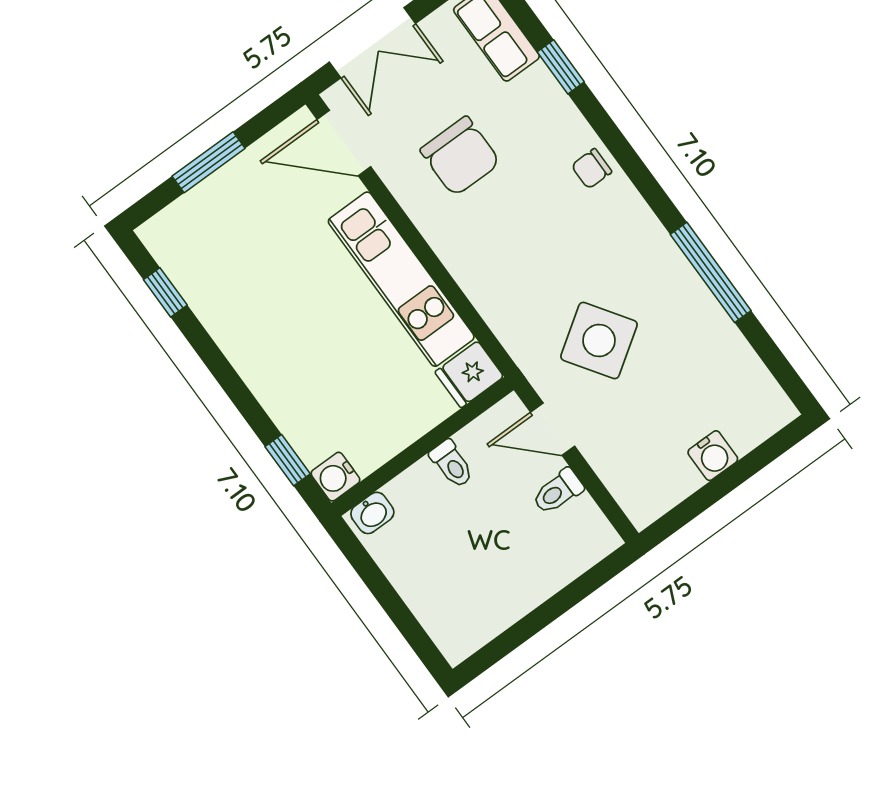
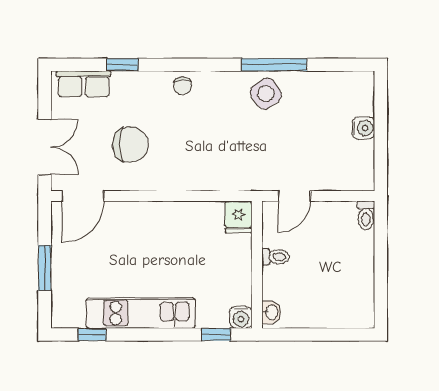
kitchen unit: (401, 279) -> (141, 313), moved, turned 180
side table: (599, 340) -> (266, 94), moved, width x0.73, depth x0.73
toilet: (558, 491) -> (366, 215), moved

